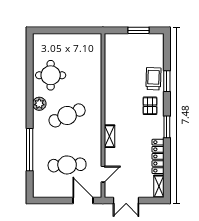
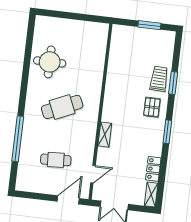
plant: (39, 104) -> (34, 91), removed
locker: (158, 156) -> (153, 169), width x0.66
cafe table: (67, 165) -> (56, 160), width x0.73, depth x0.74
door: (83, 201) -> (68, 200), hinge flipped

